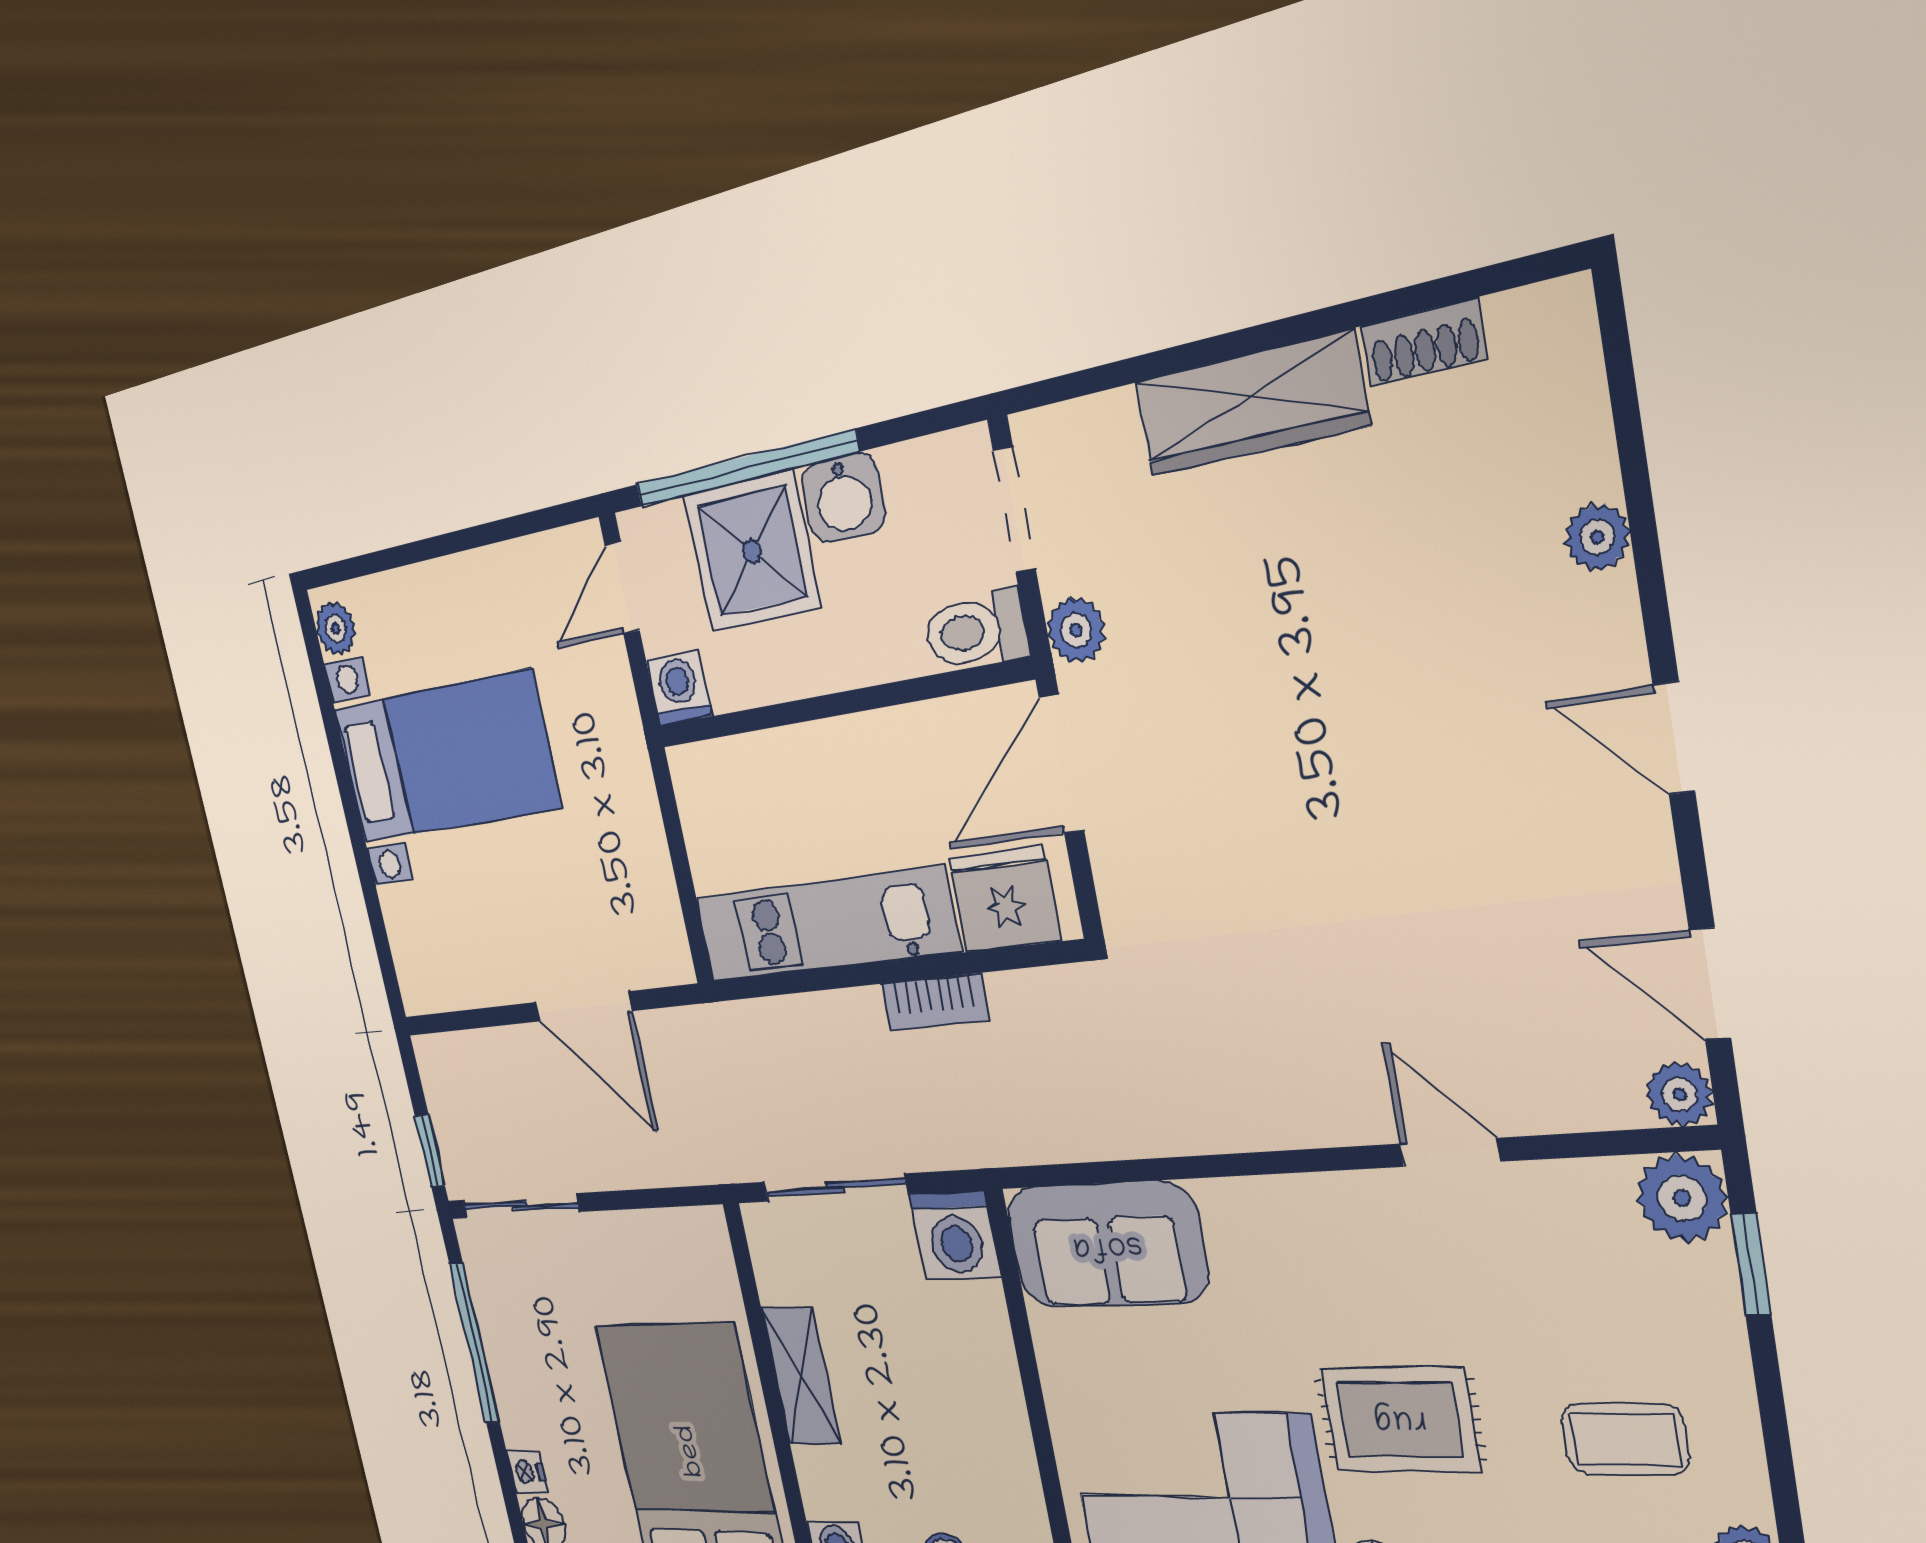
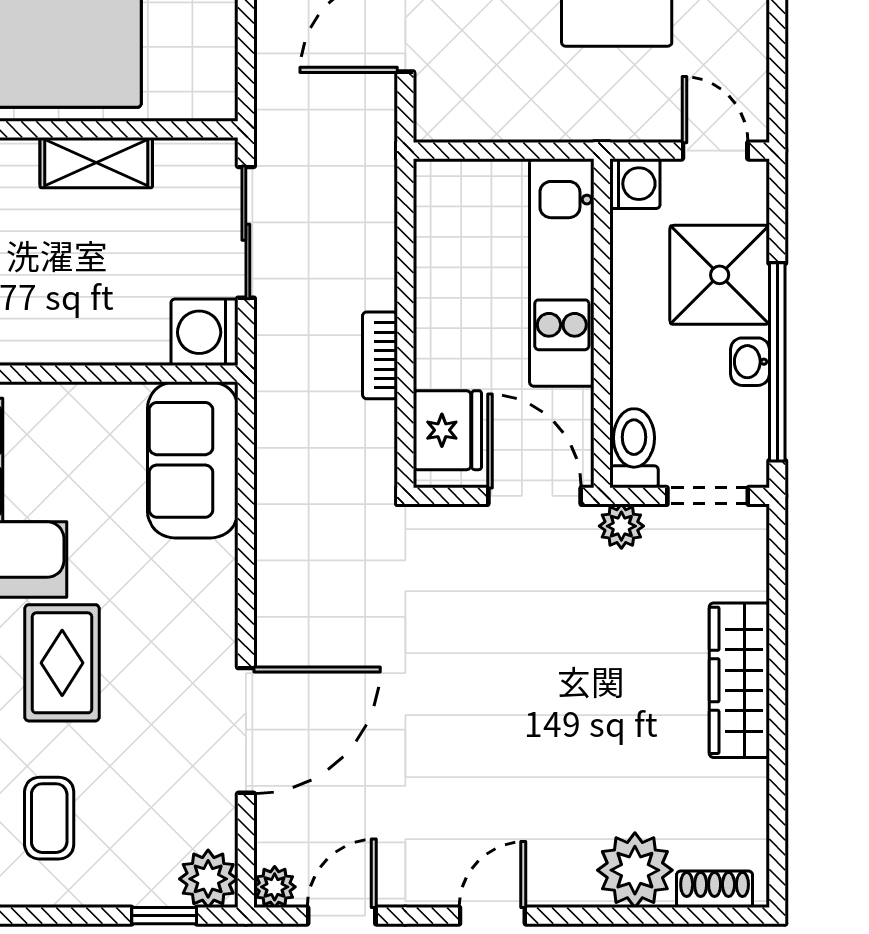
shoe rack: (1424, 343) -> (715, 889), moved, turned 90
window: (745, 468) -> (777, 362), moved
washbasin: (843, 498) -> (750, 362), width x0.72, depth x0.69
plant: (1597, 537) -> (635, 870), width x1.88, depth x1.88
kitchen unit: (825, 925) -> (562, 272), moved, turned 180
door: (1449, 1153) -> (246, 730), width x1.88

